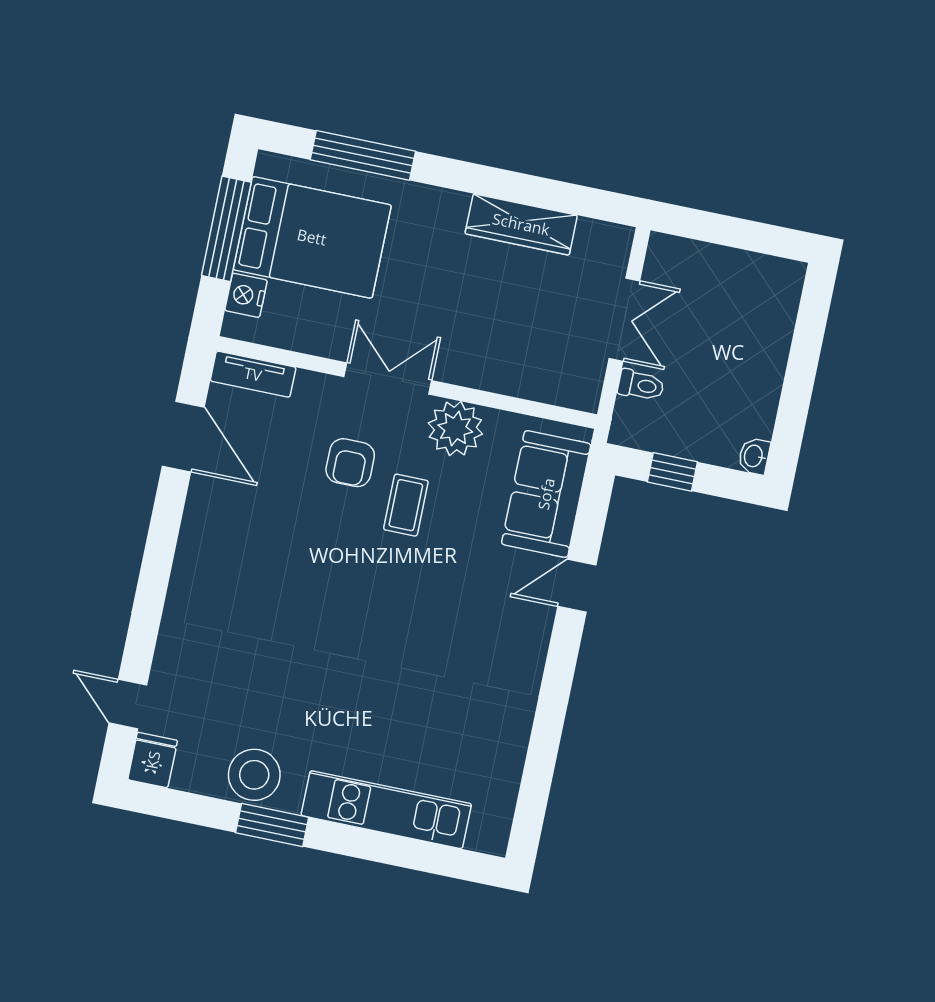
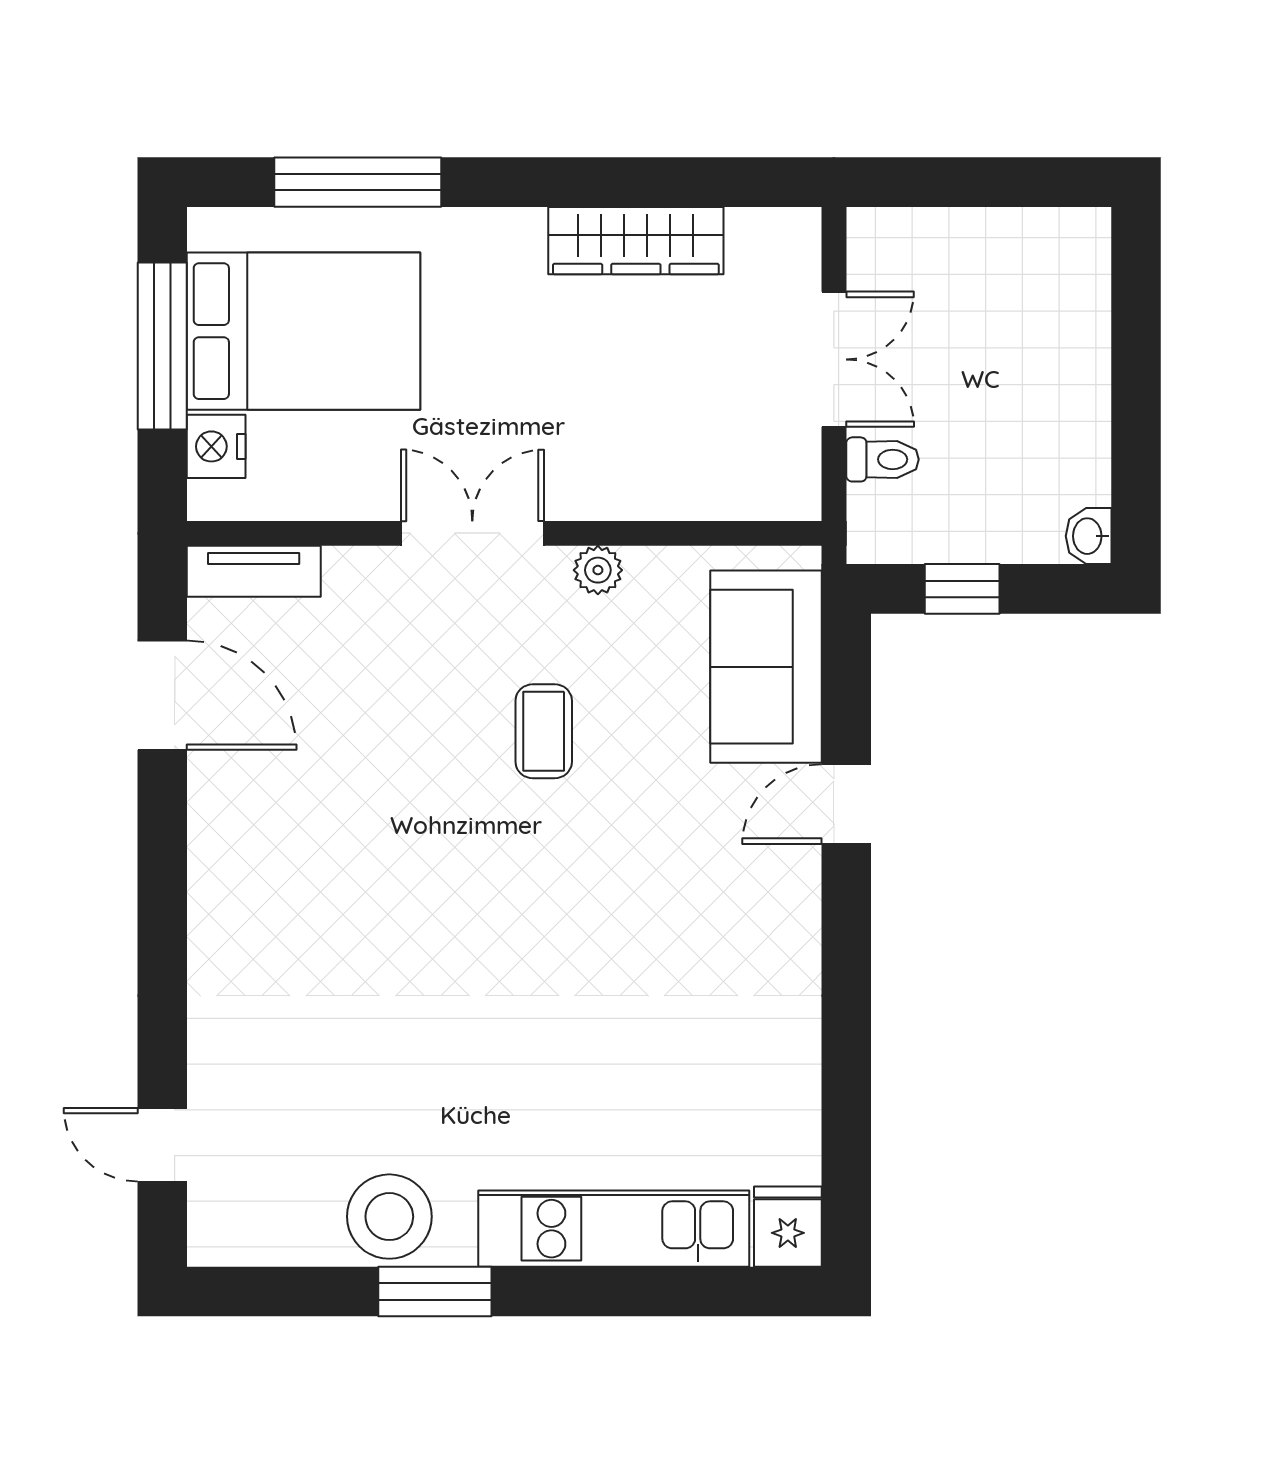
plant: (455, 429) -> (598, 570), width x0.53, depth x0.53
armchair: (350, 463) -> (440, 681), removed
fridge: (153, 760) -> (788, 1227), moved

